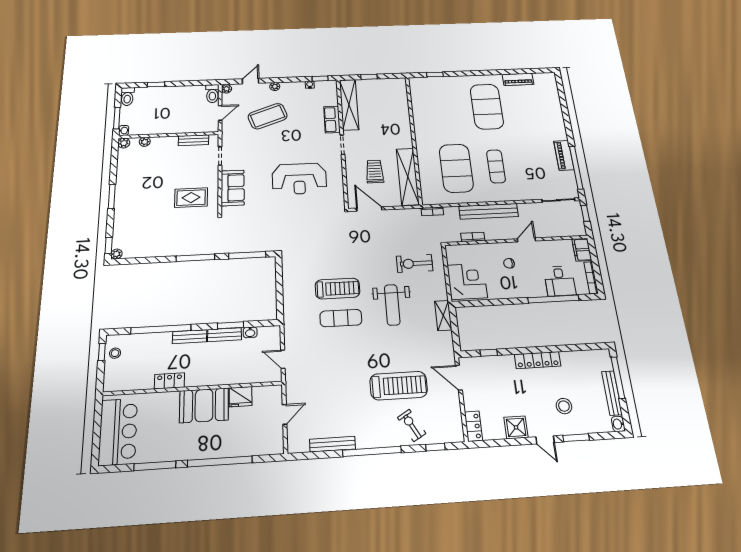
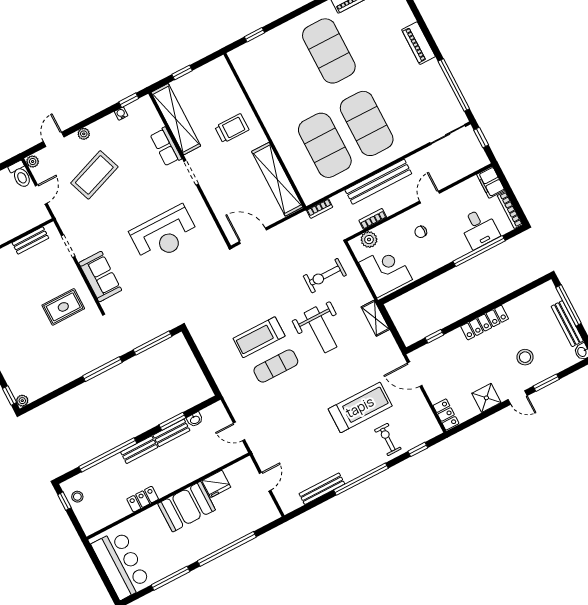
piano: (564, 155) -> (418, 43), moved
exercise mat: (496, 166) -> (367, 123), width x2.00, depth x1.45
trolley: (375, 172) -> (232, 128), moved, turned 90
plant: (463, 251) -> (369, 240), added
treadmill: (337, 289) -> (259, 337), turned 180
exercise bike: (412, 425) -> (388, 439), turned 30

